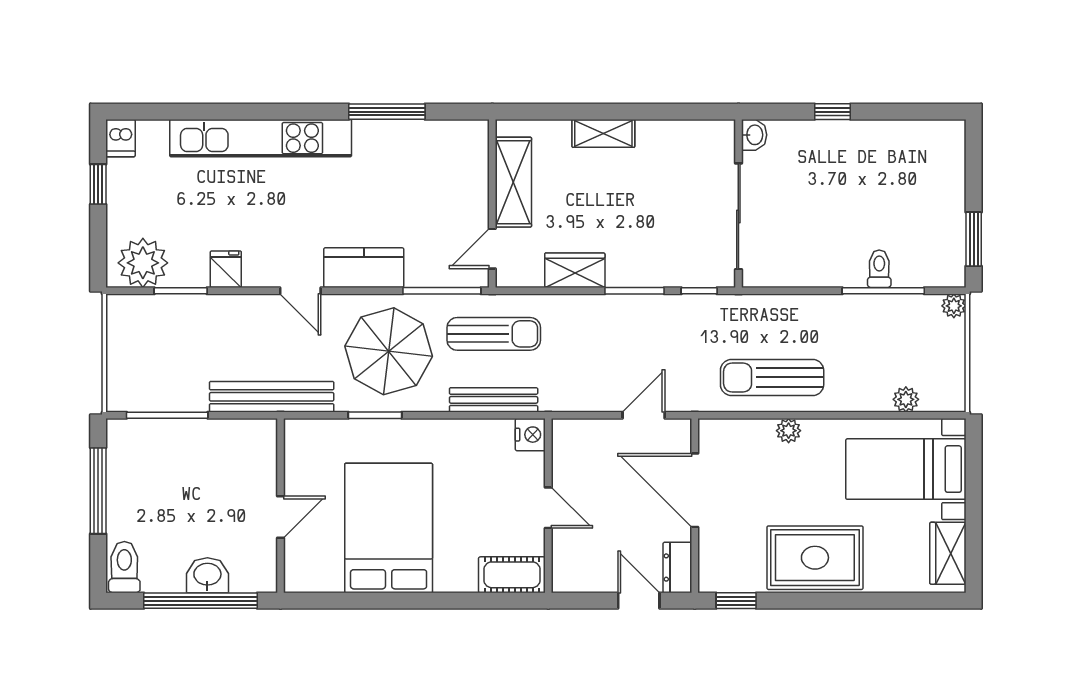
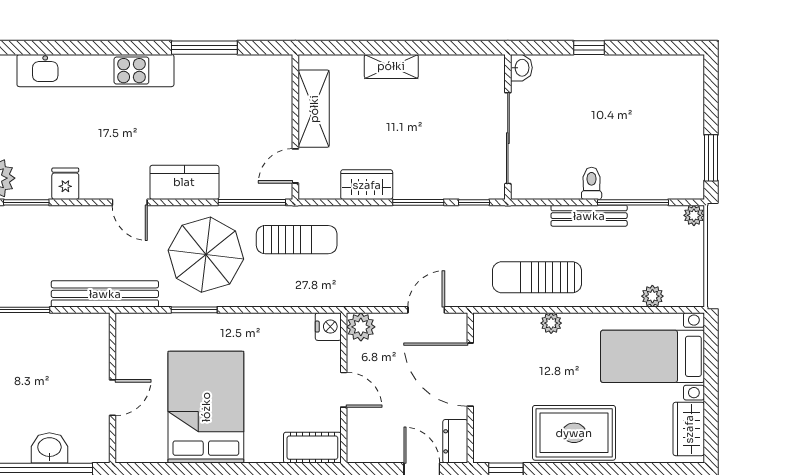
toilet: (879, 269) -> (592, 183), moved
bench: (494, 400) -> (589, 216), moved
plant: (568, 435) -> (361, 327), added

